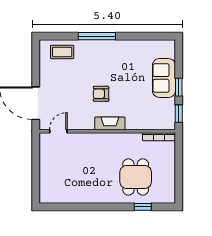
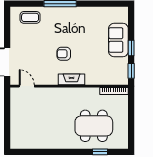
door: (58, 131) -> (27, 86), hinge flipped
dining table: (136, 177) -> (94, 126), width x1.37

